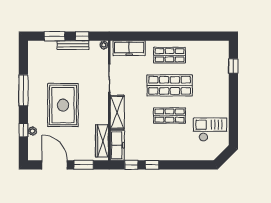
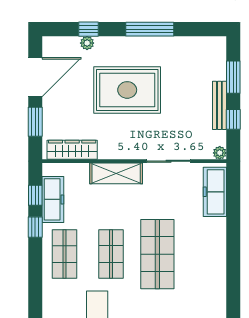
shop shelf: (170, 55) -> (64, 254), moved
freezer: (117, 145) -> (53, 199), moved, turned -90

